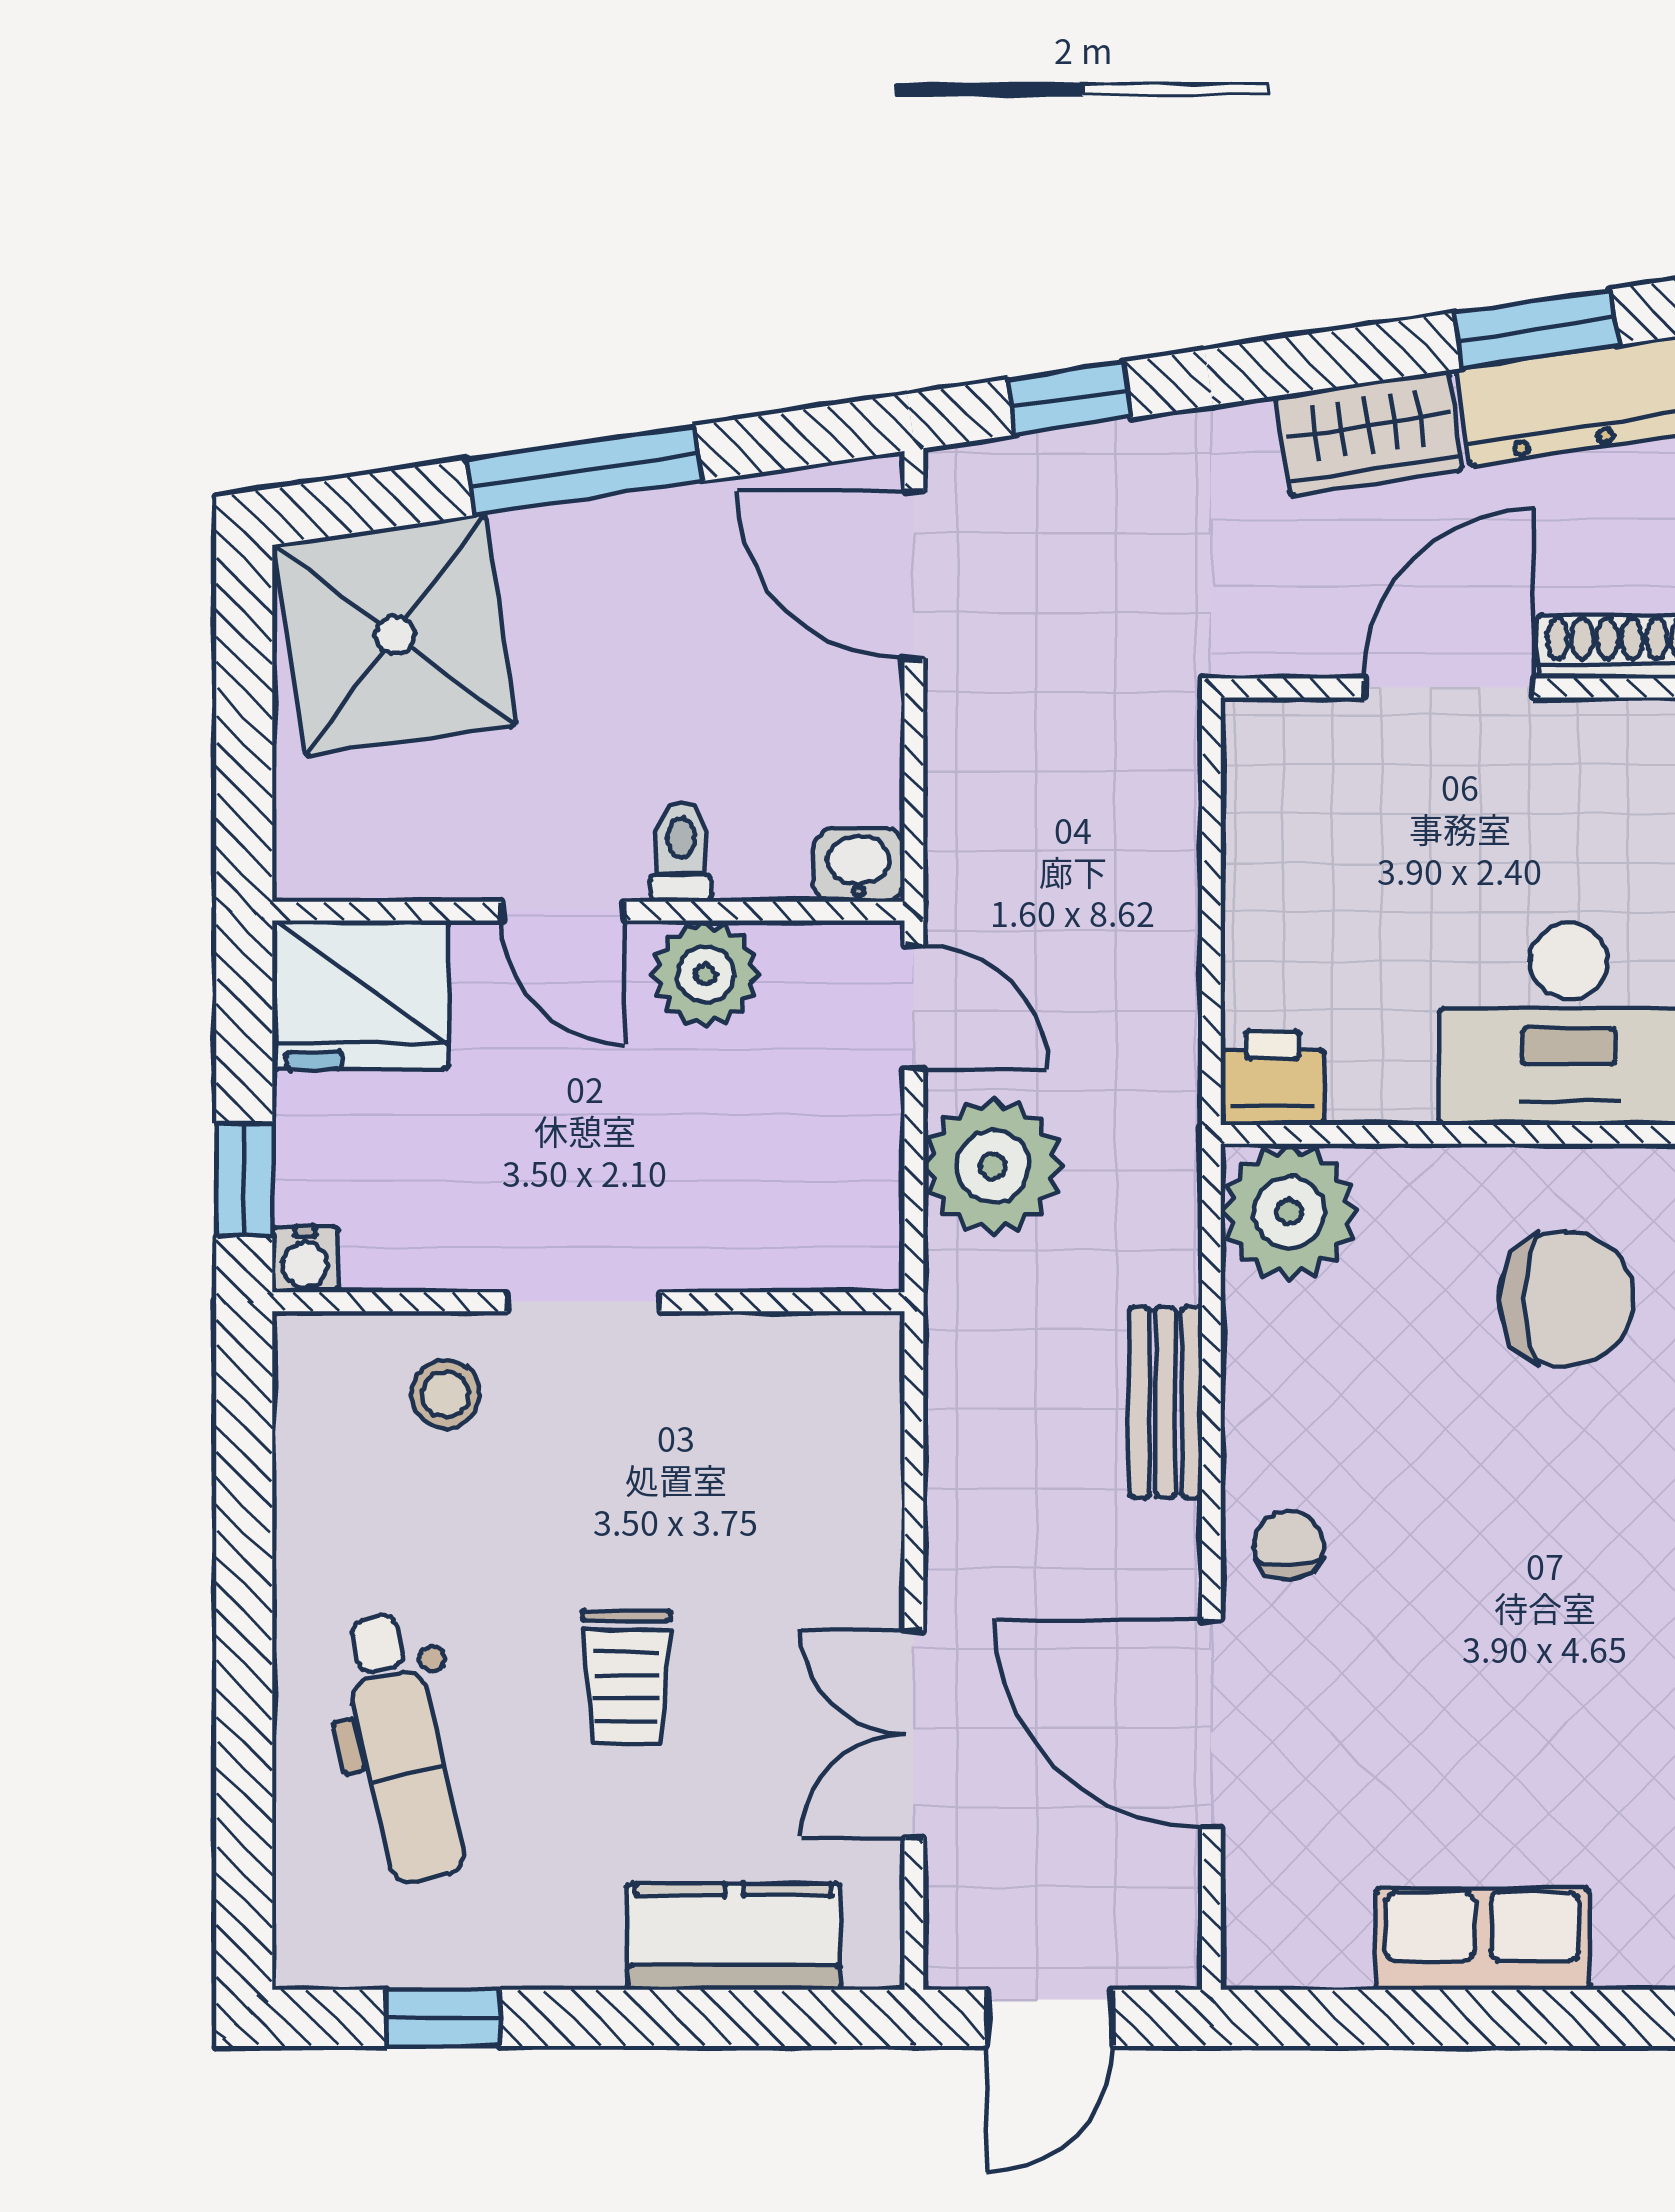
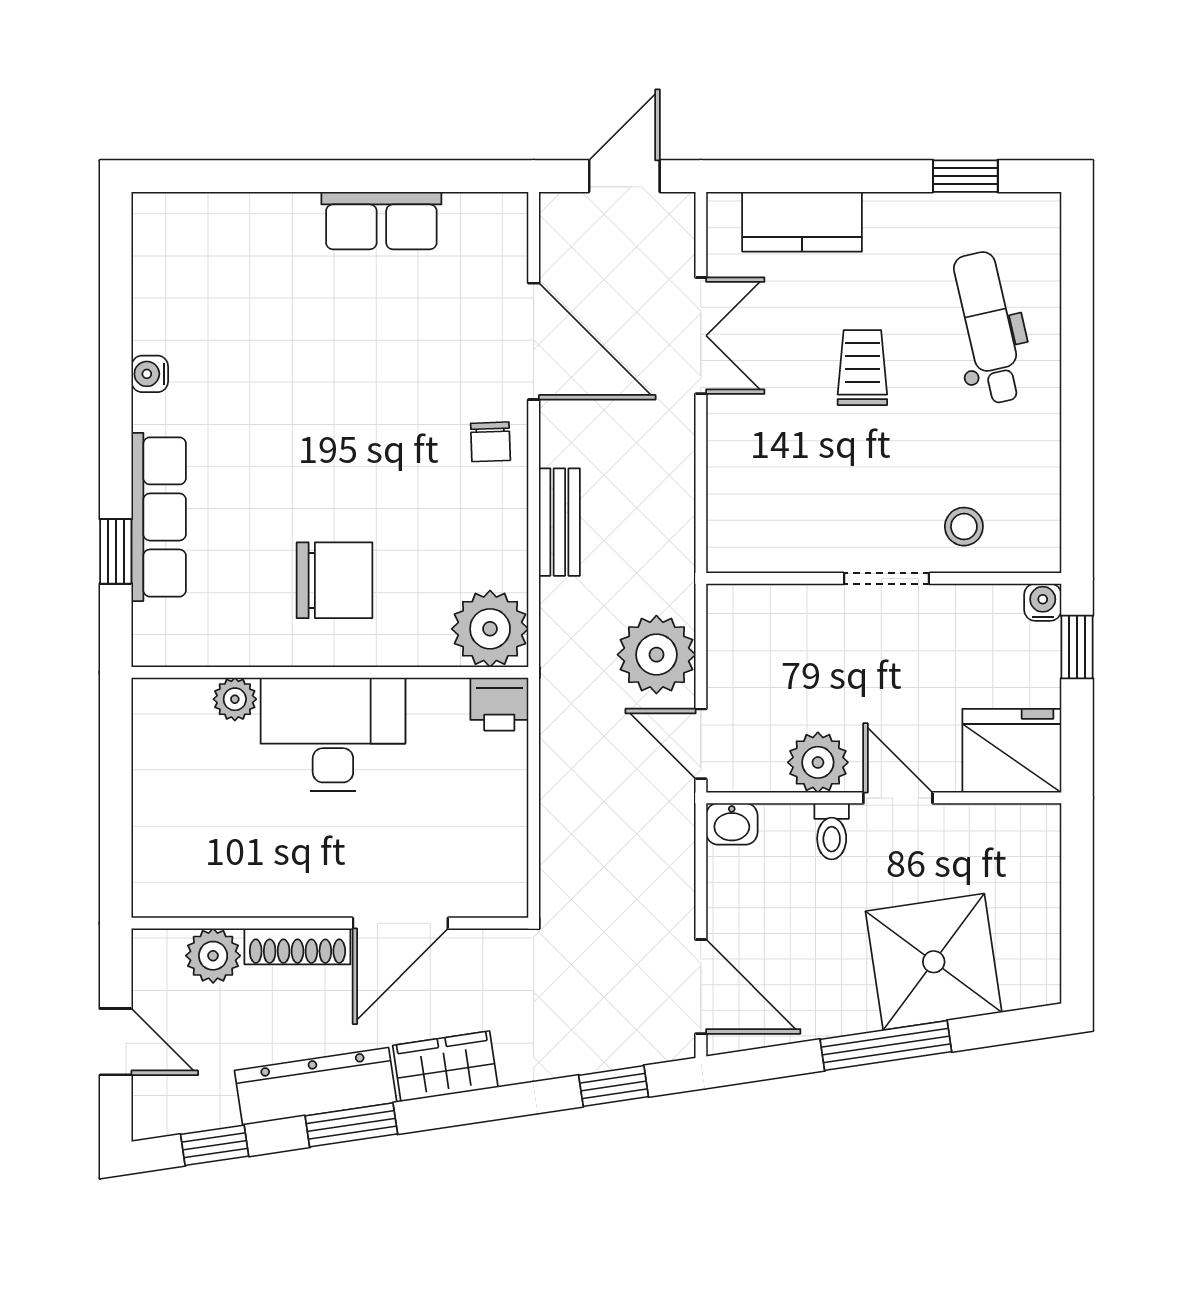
shower: (395, 635) -> (934, 962), moved
chair: (1566, 1299) -> (335, 580), turned 180

